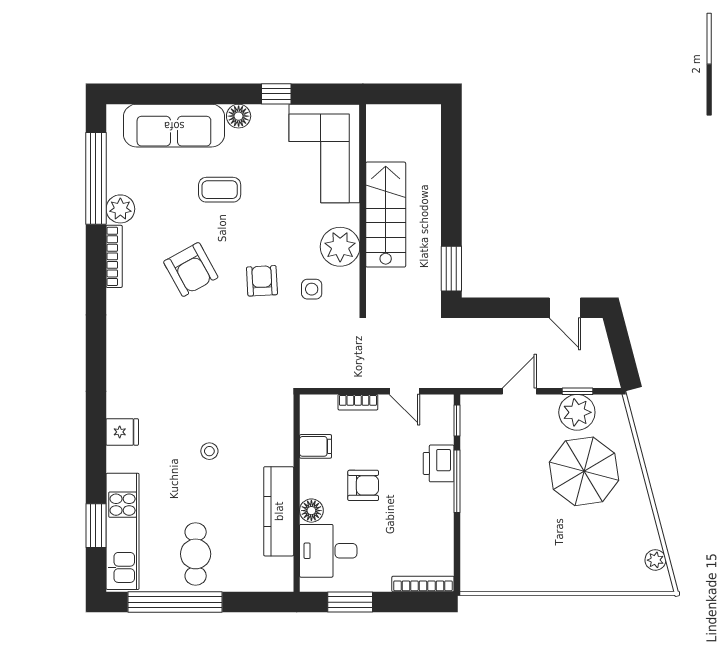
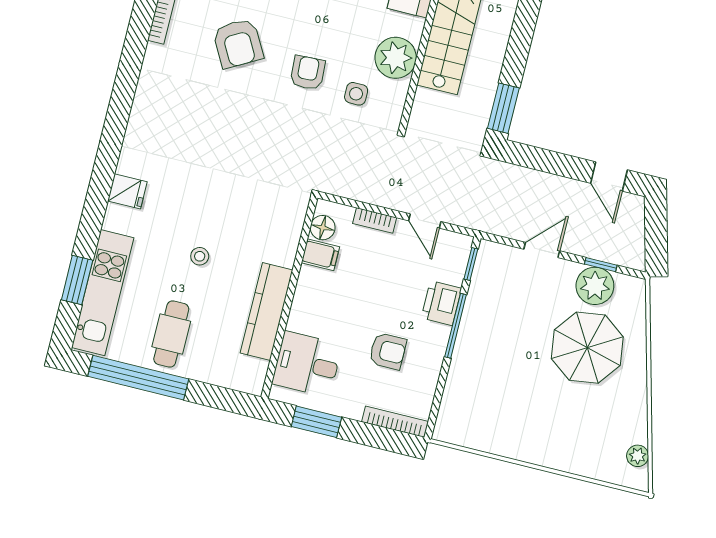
stool: (209, 451) -> (200, 256), moved
armchair: (363, 485) -> (388, 351), moved
floor lamp: (311, 511) -> (323, 228), moved

